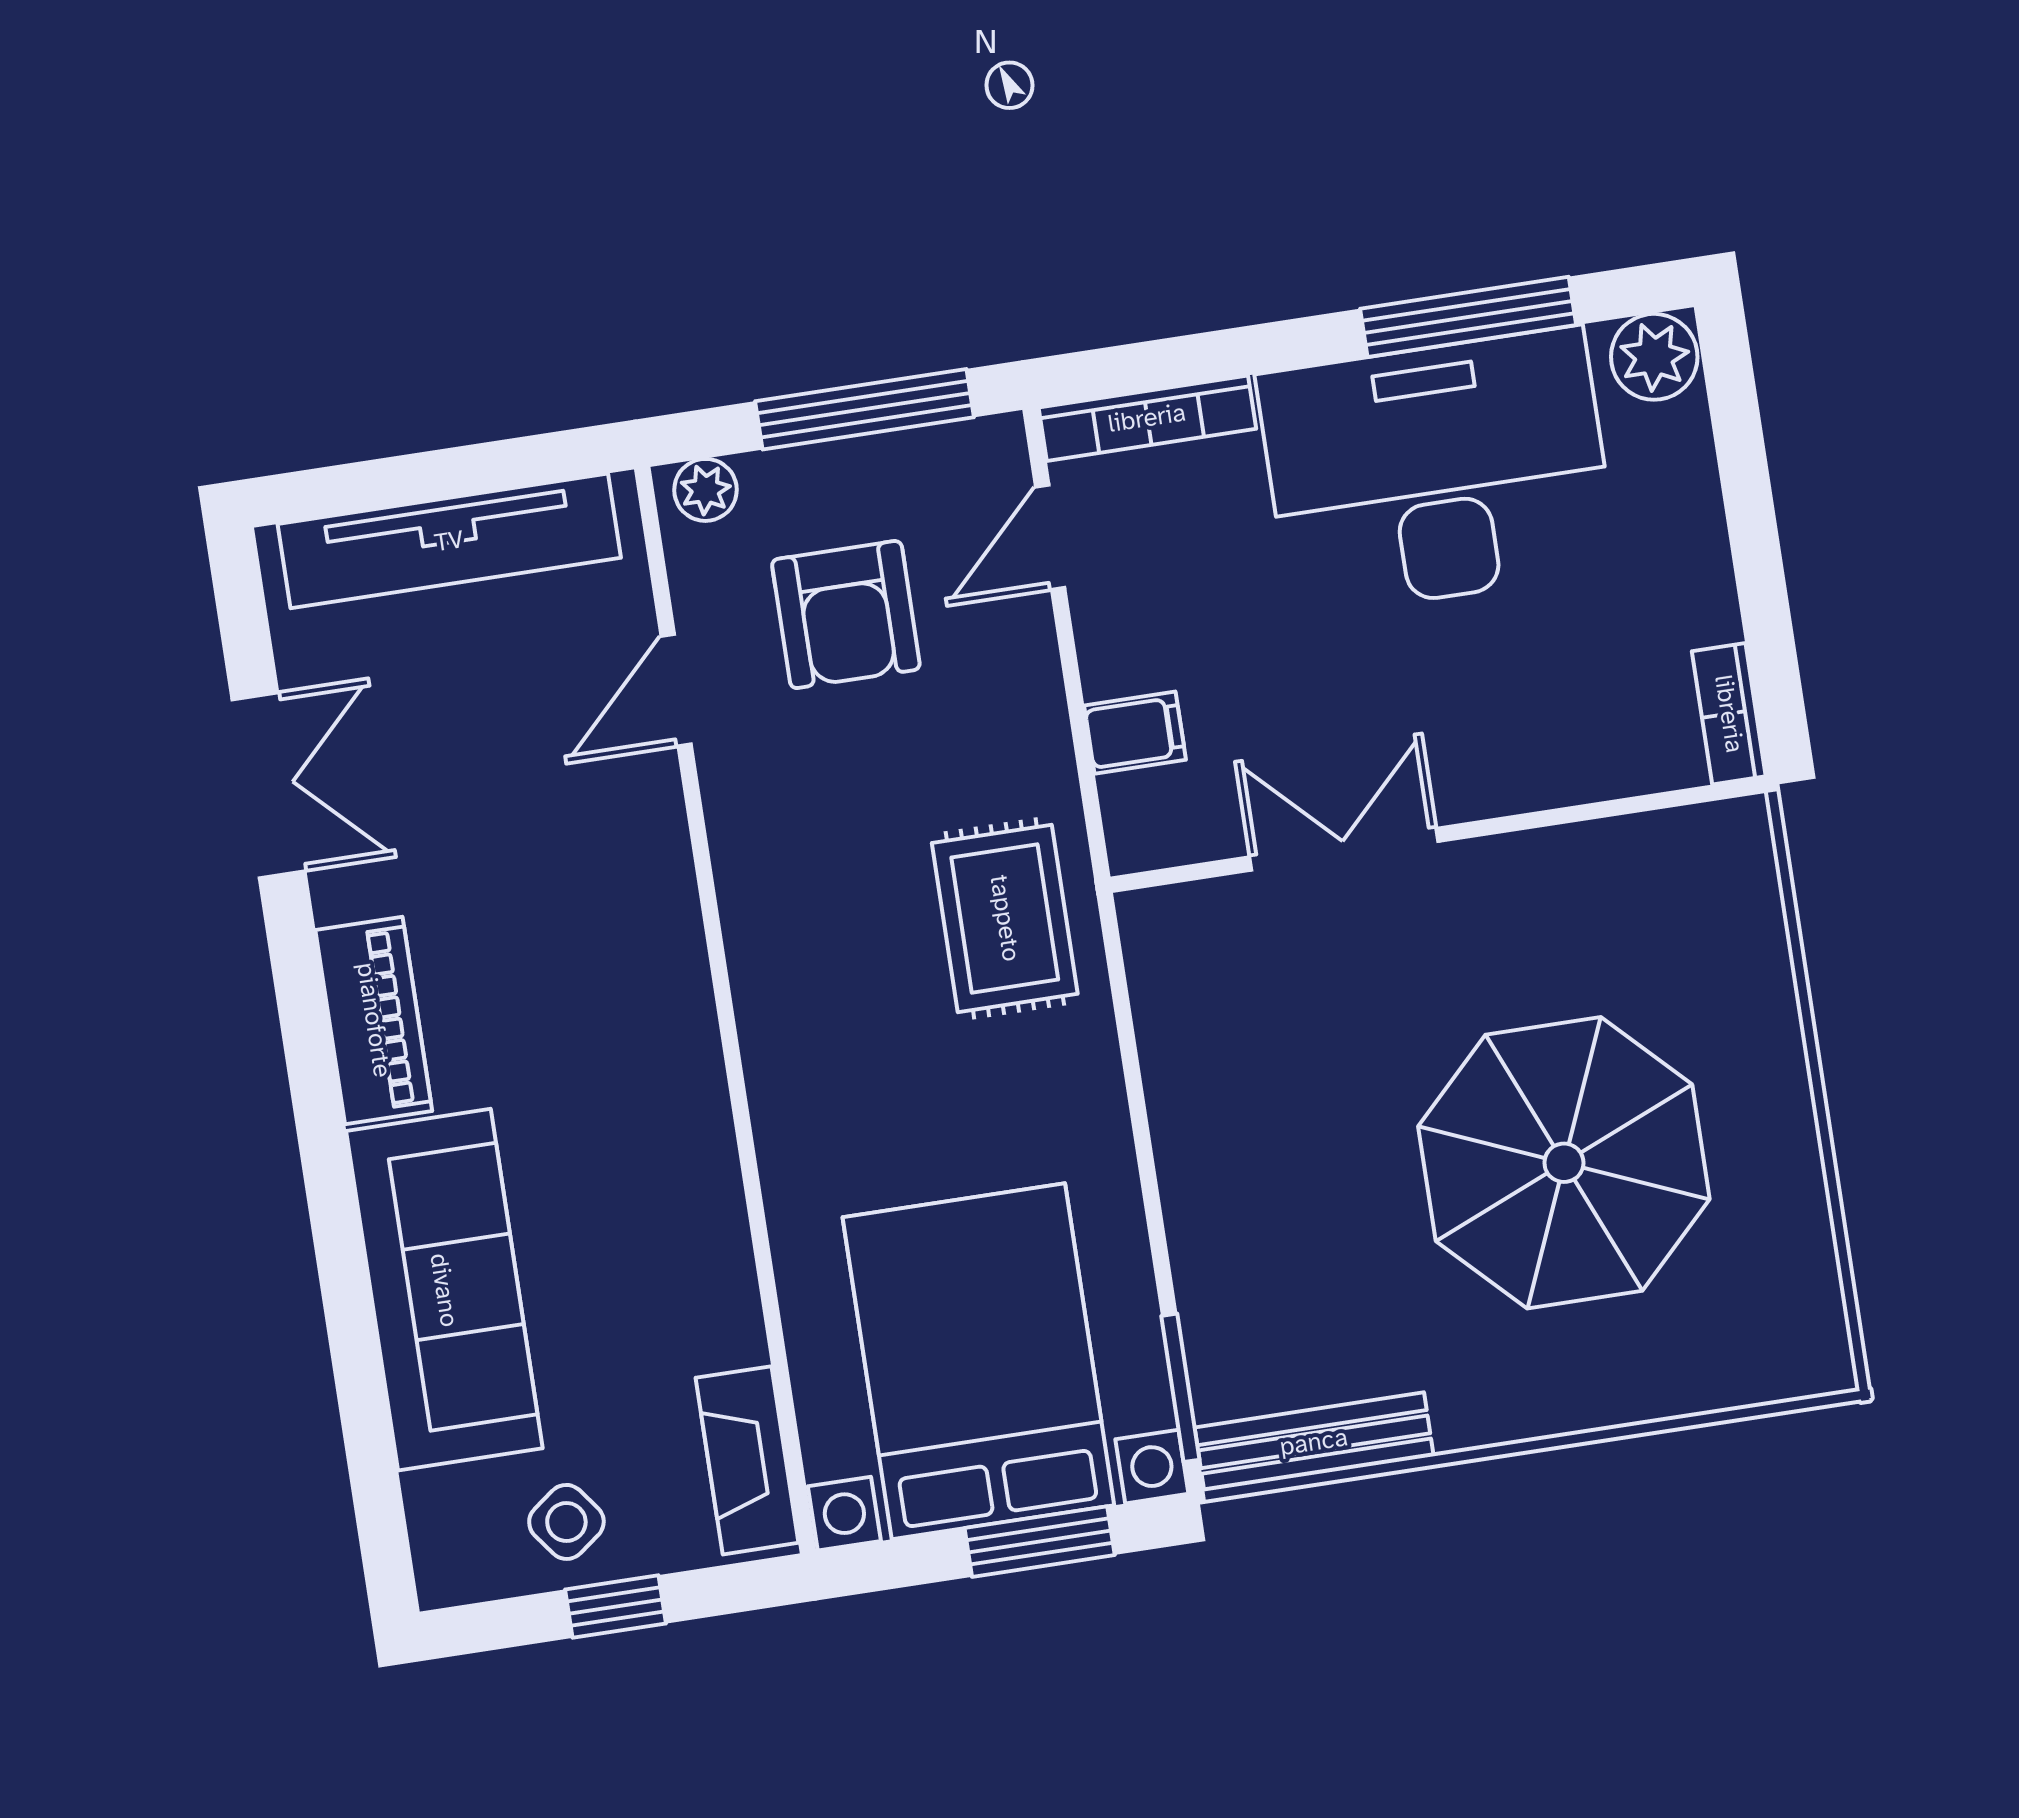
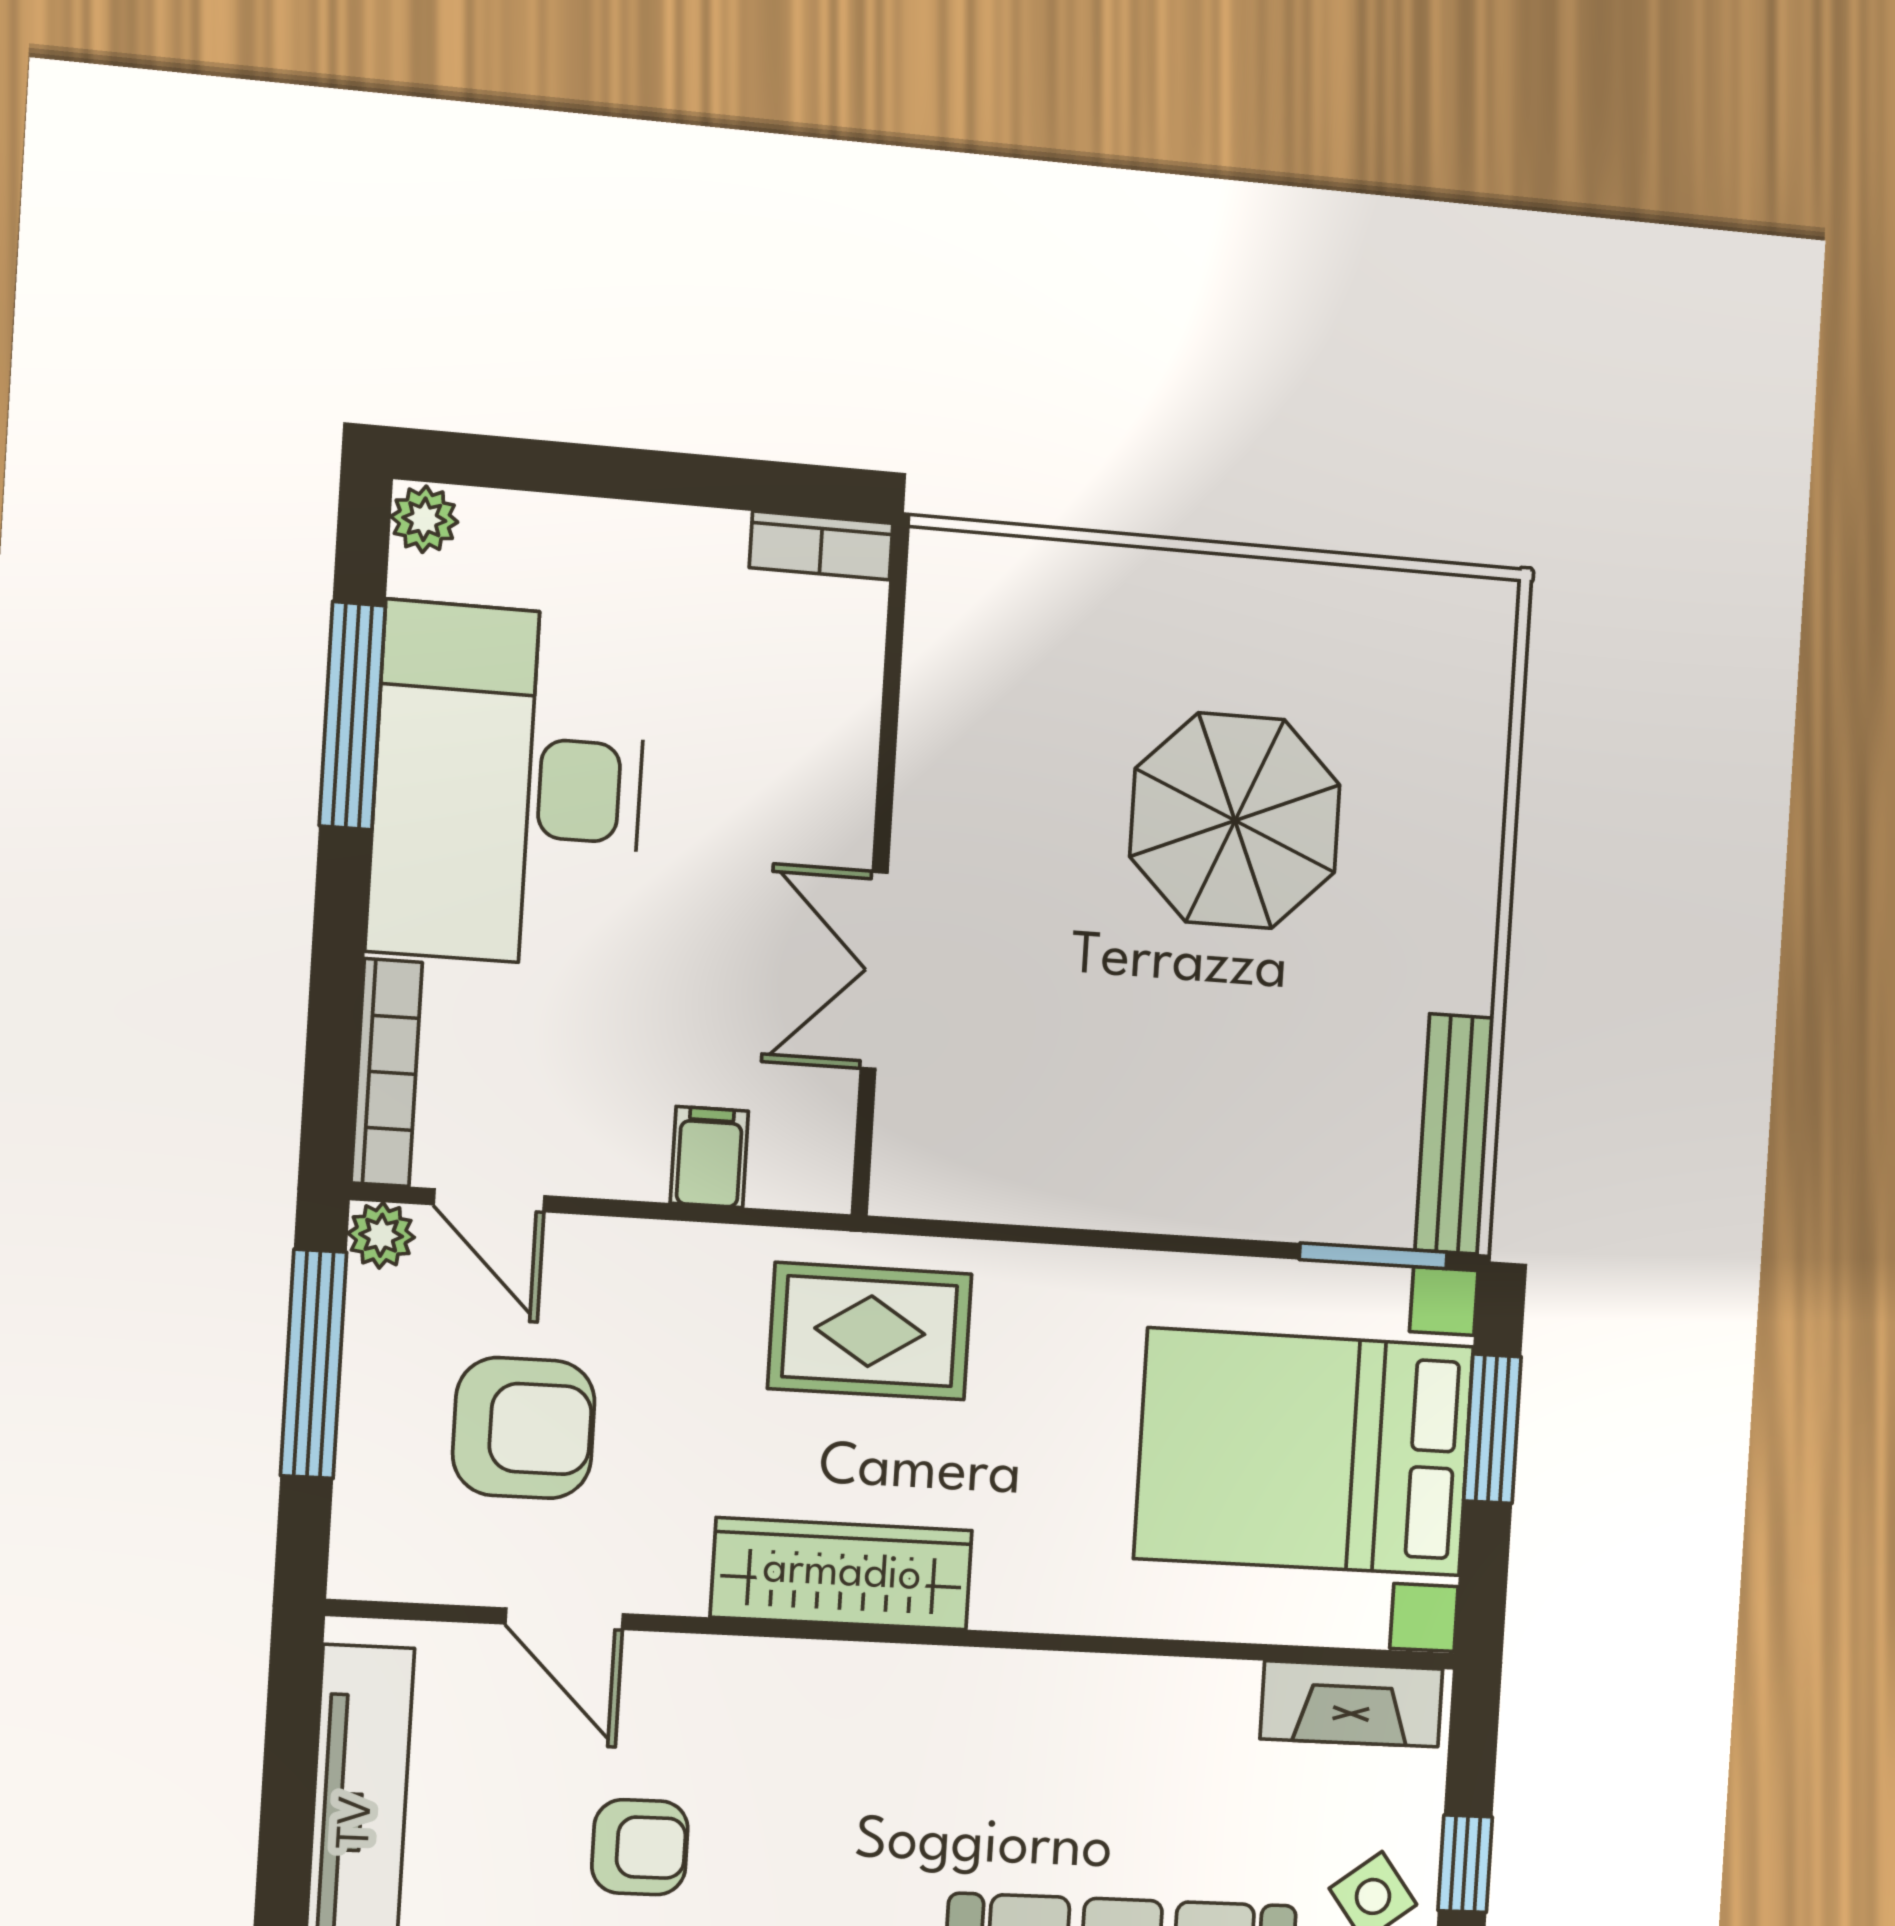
plant: (1654, 357) -> (424, 519), width x0.73, depth x0.73
plant: (705, 490) -> (381, 1235), moved
armchair: (477, 807) -> (640, 1847), added
wardrobe: (771, 941) -> (842, 1574), added
parasol: (1564, 1163) -> (1235, 821), width x0.73, depth x0.73

